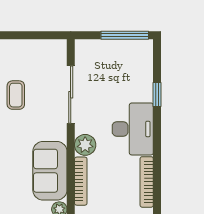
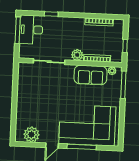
coffee table: (16, 95) -> (48, 92), removed
desk: (133, 129) -> (31, 30), moved, turned -90

